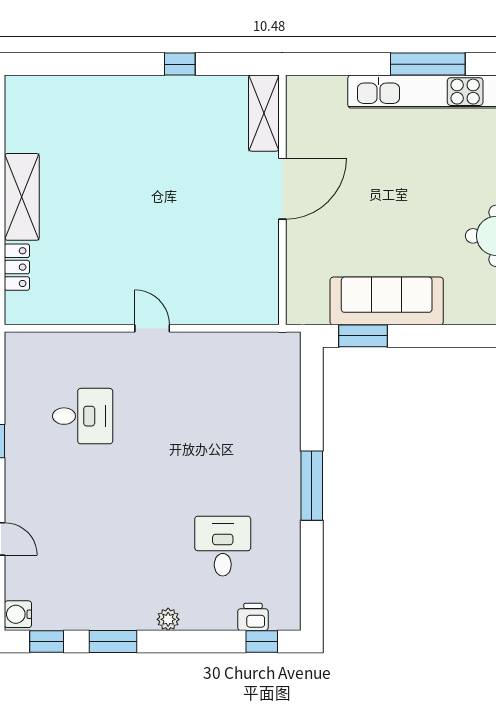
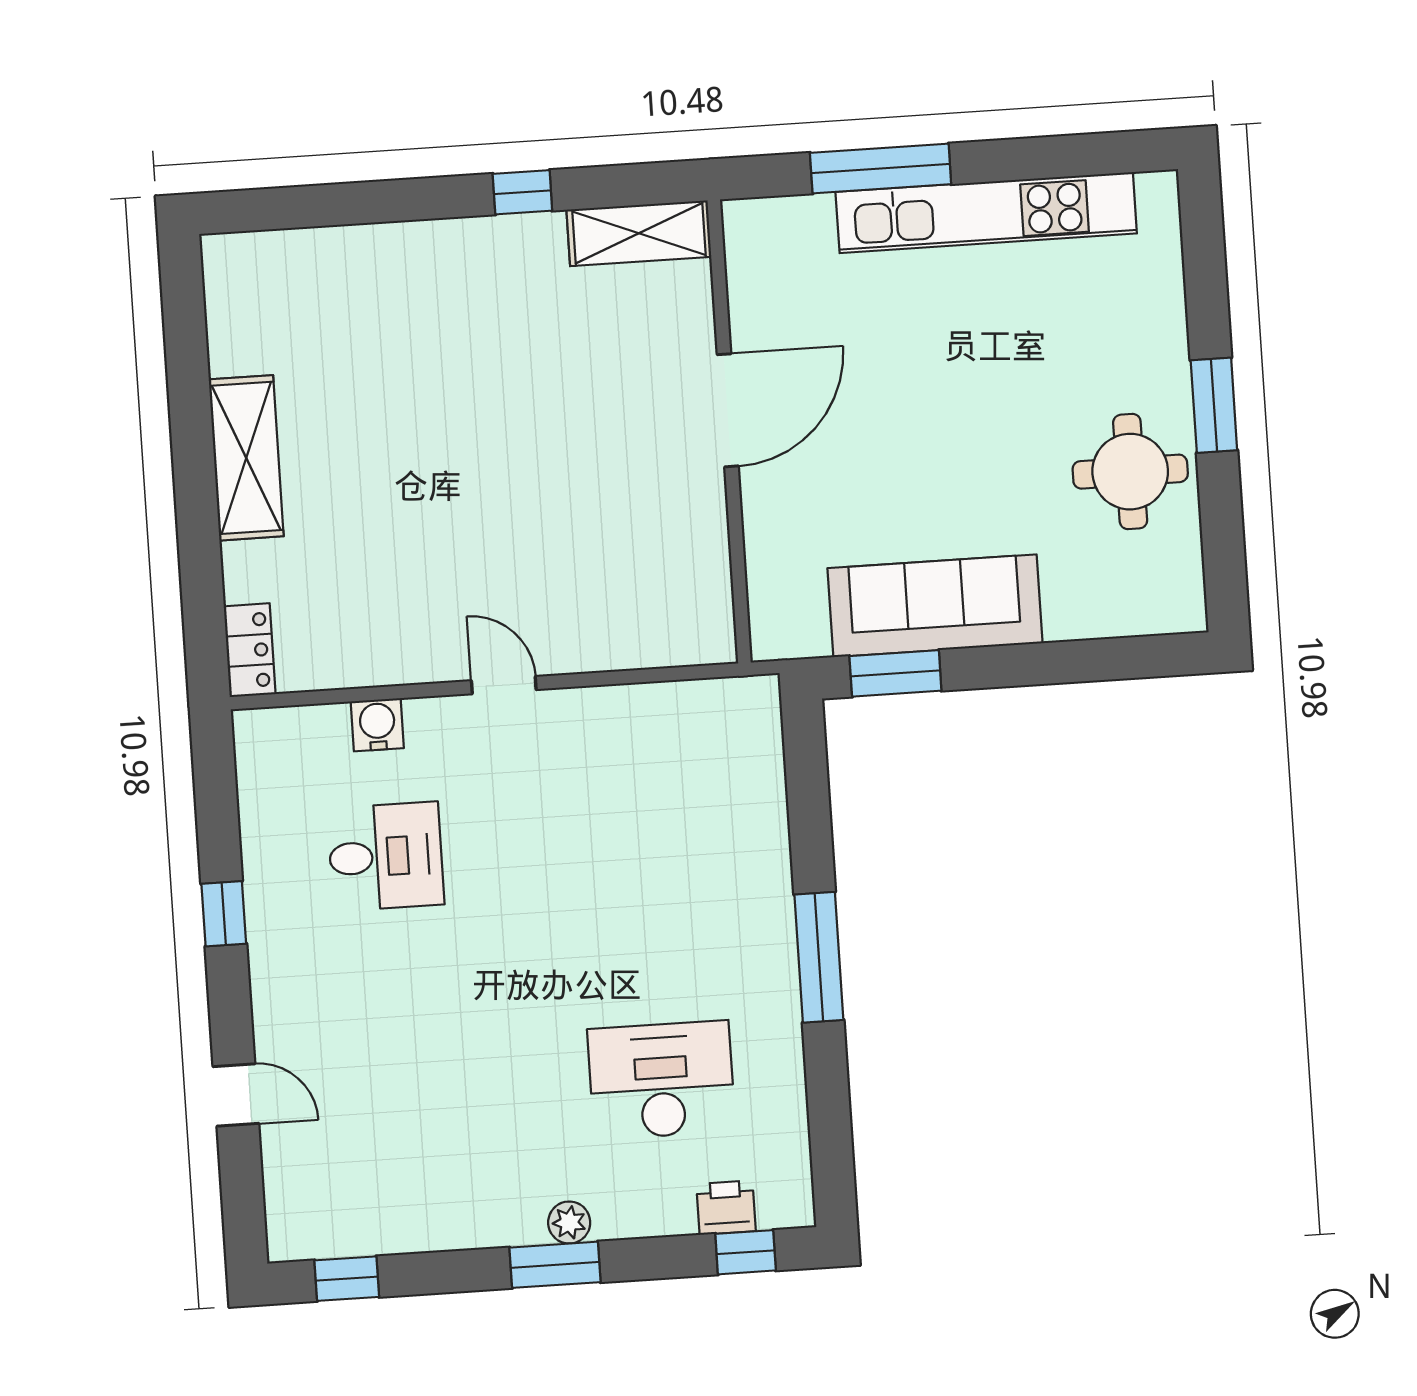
window: (428, 64) -> (881, 168), moved
shelving: (264, 113) -> (639, 233), moved, turned 90
locker: (17, 267) -> (250, 650), moved
desk: (223, 546) -> (661, 1080), width x1.37
water cooler: (18, 614) -> (377, 725), moved, turned 90
window: (113, 642) -> (555, 1265), moved

